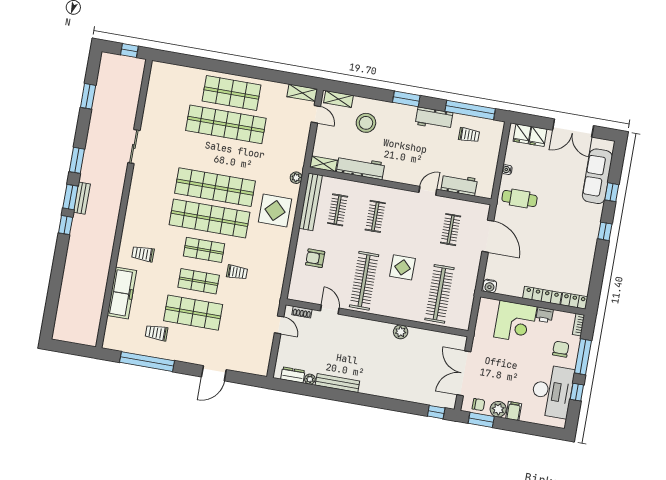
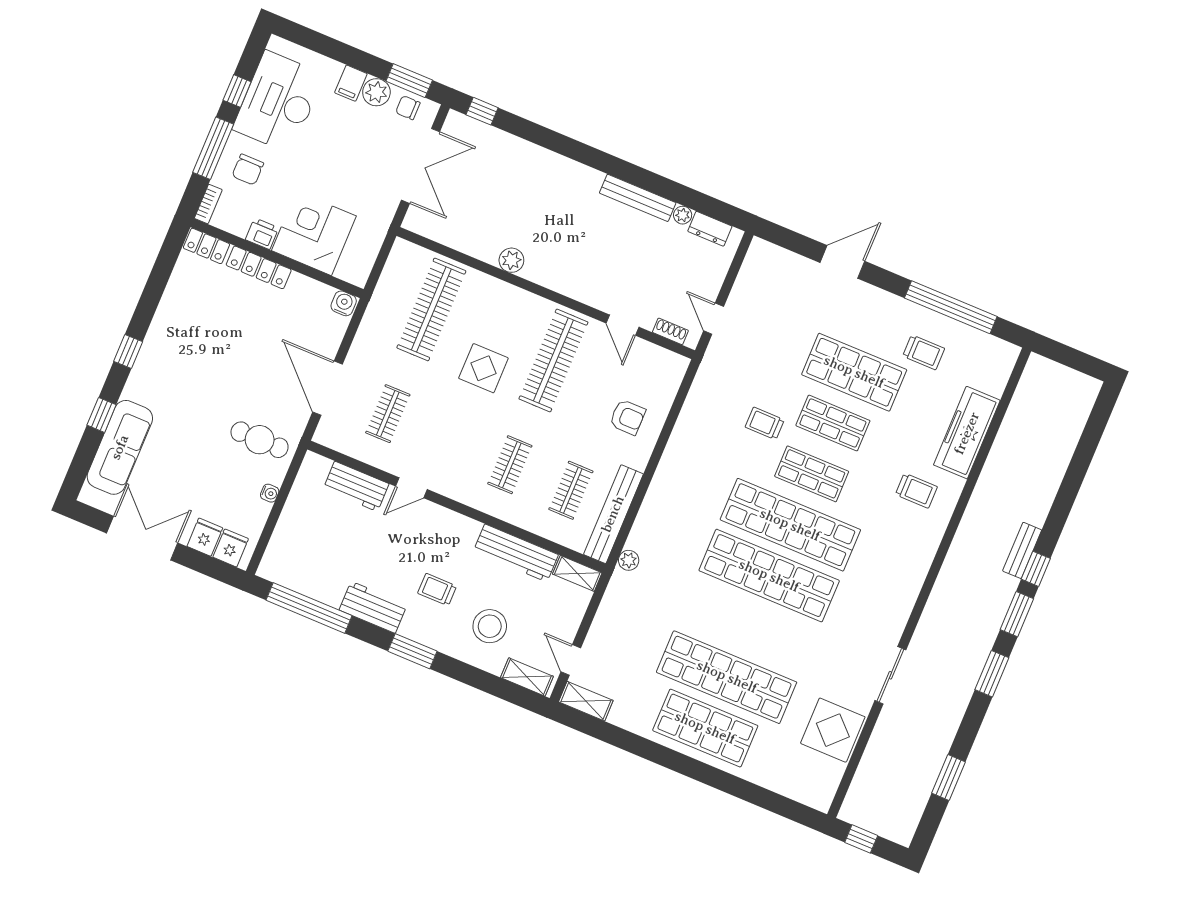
trolley: (469, 135) -> (437, 590), moved
bench: (82, 198) -> (1022, 550), moved
display table: (275, 211) -> (833, 730), moved

